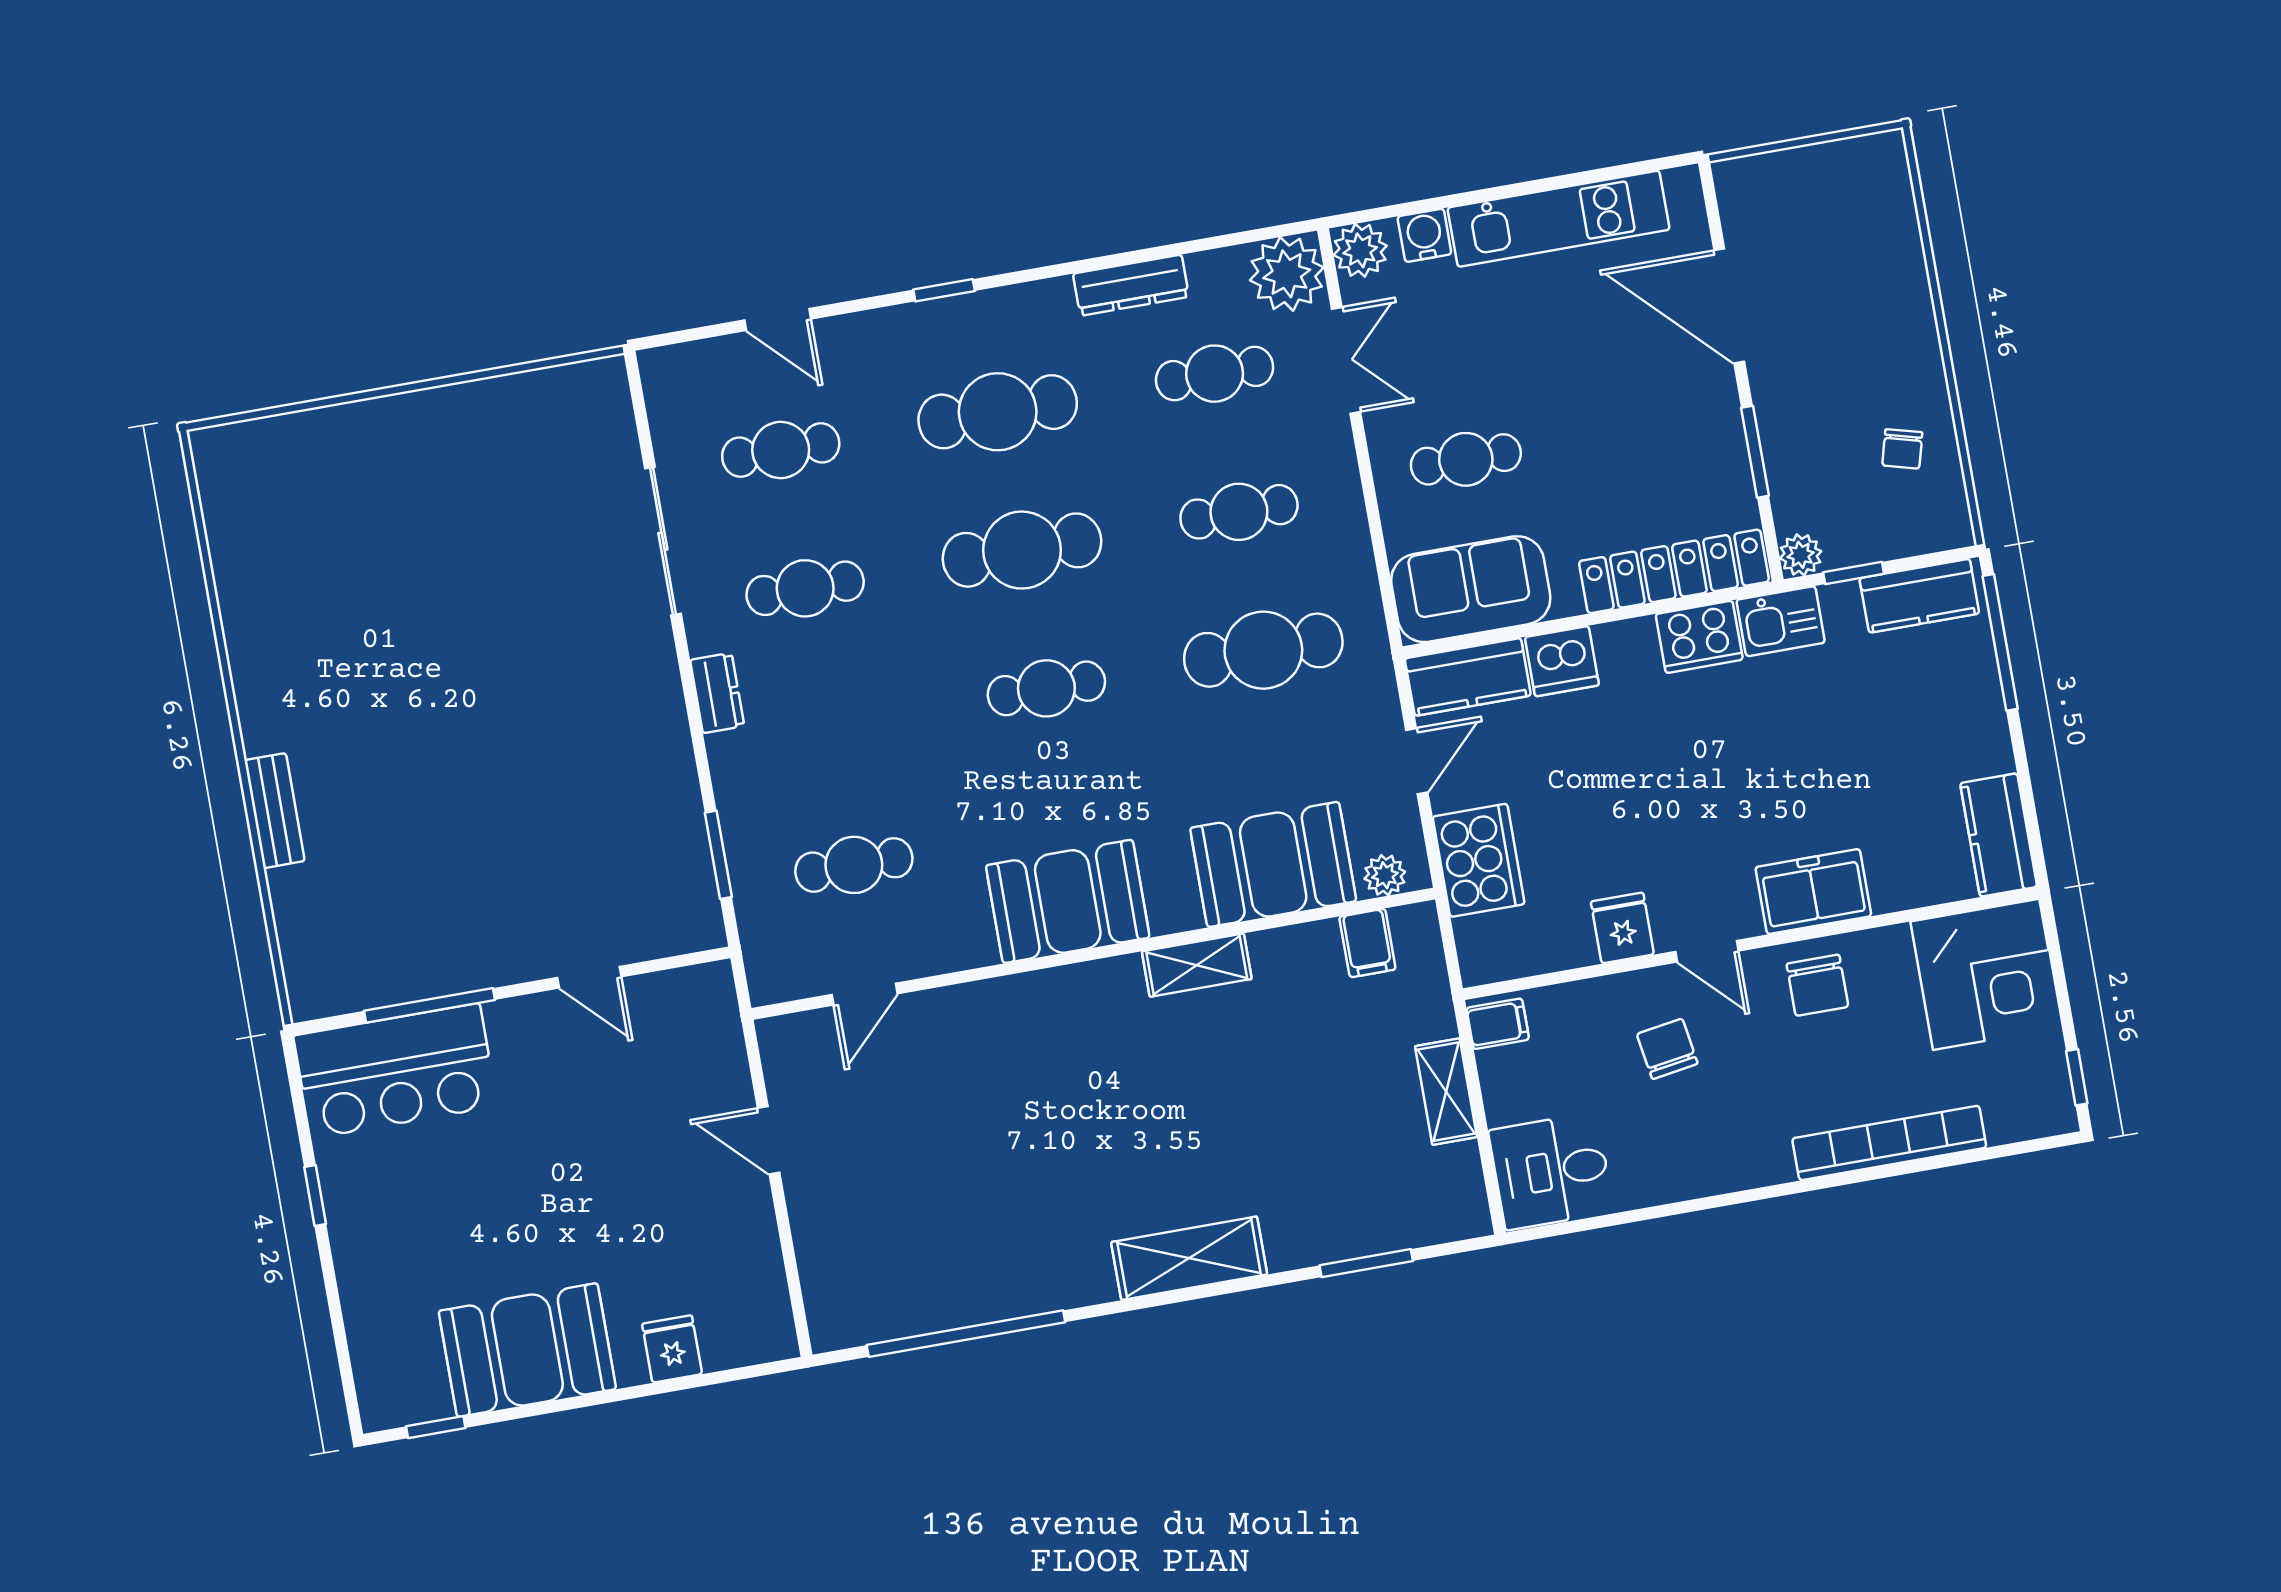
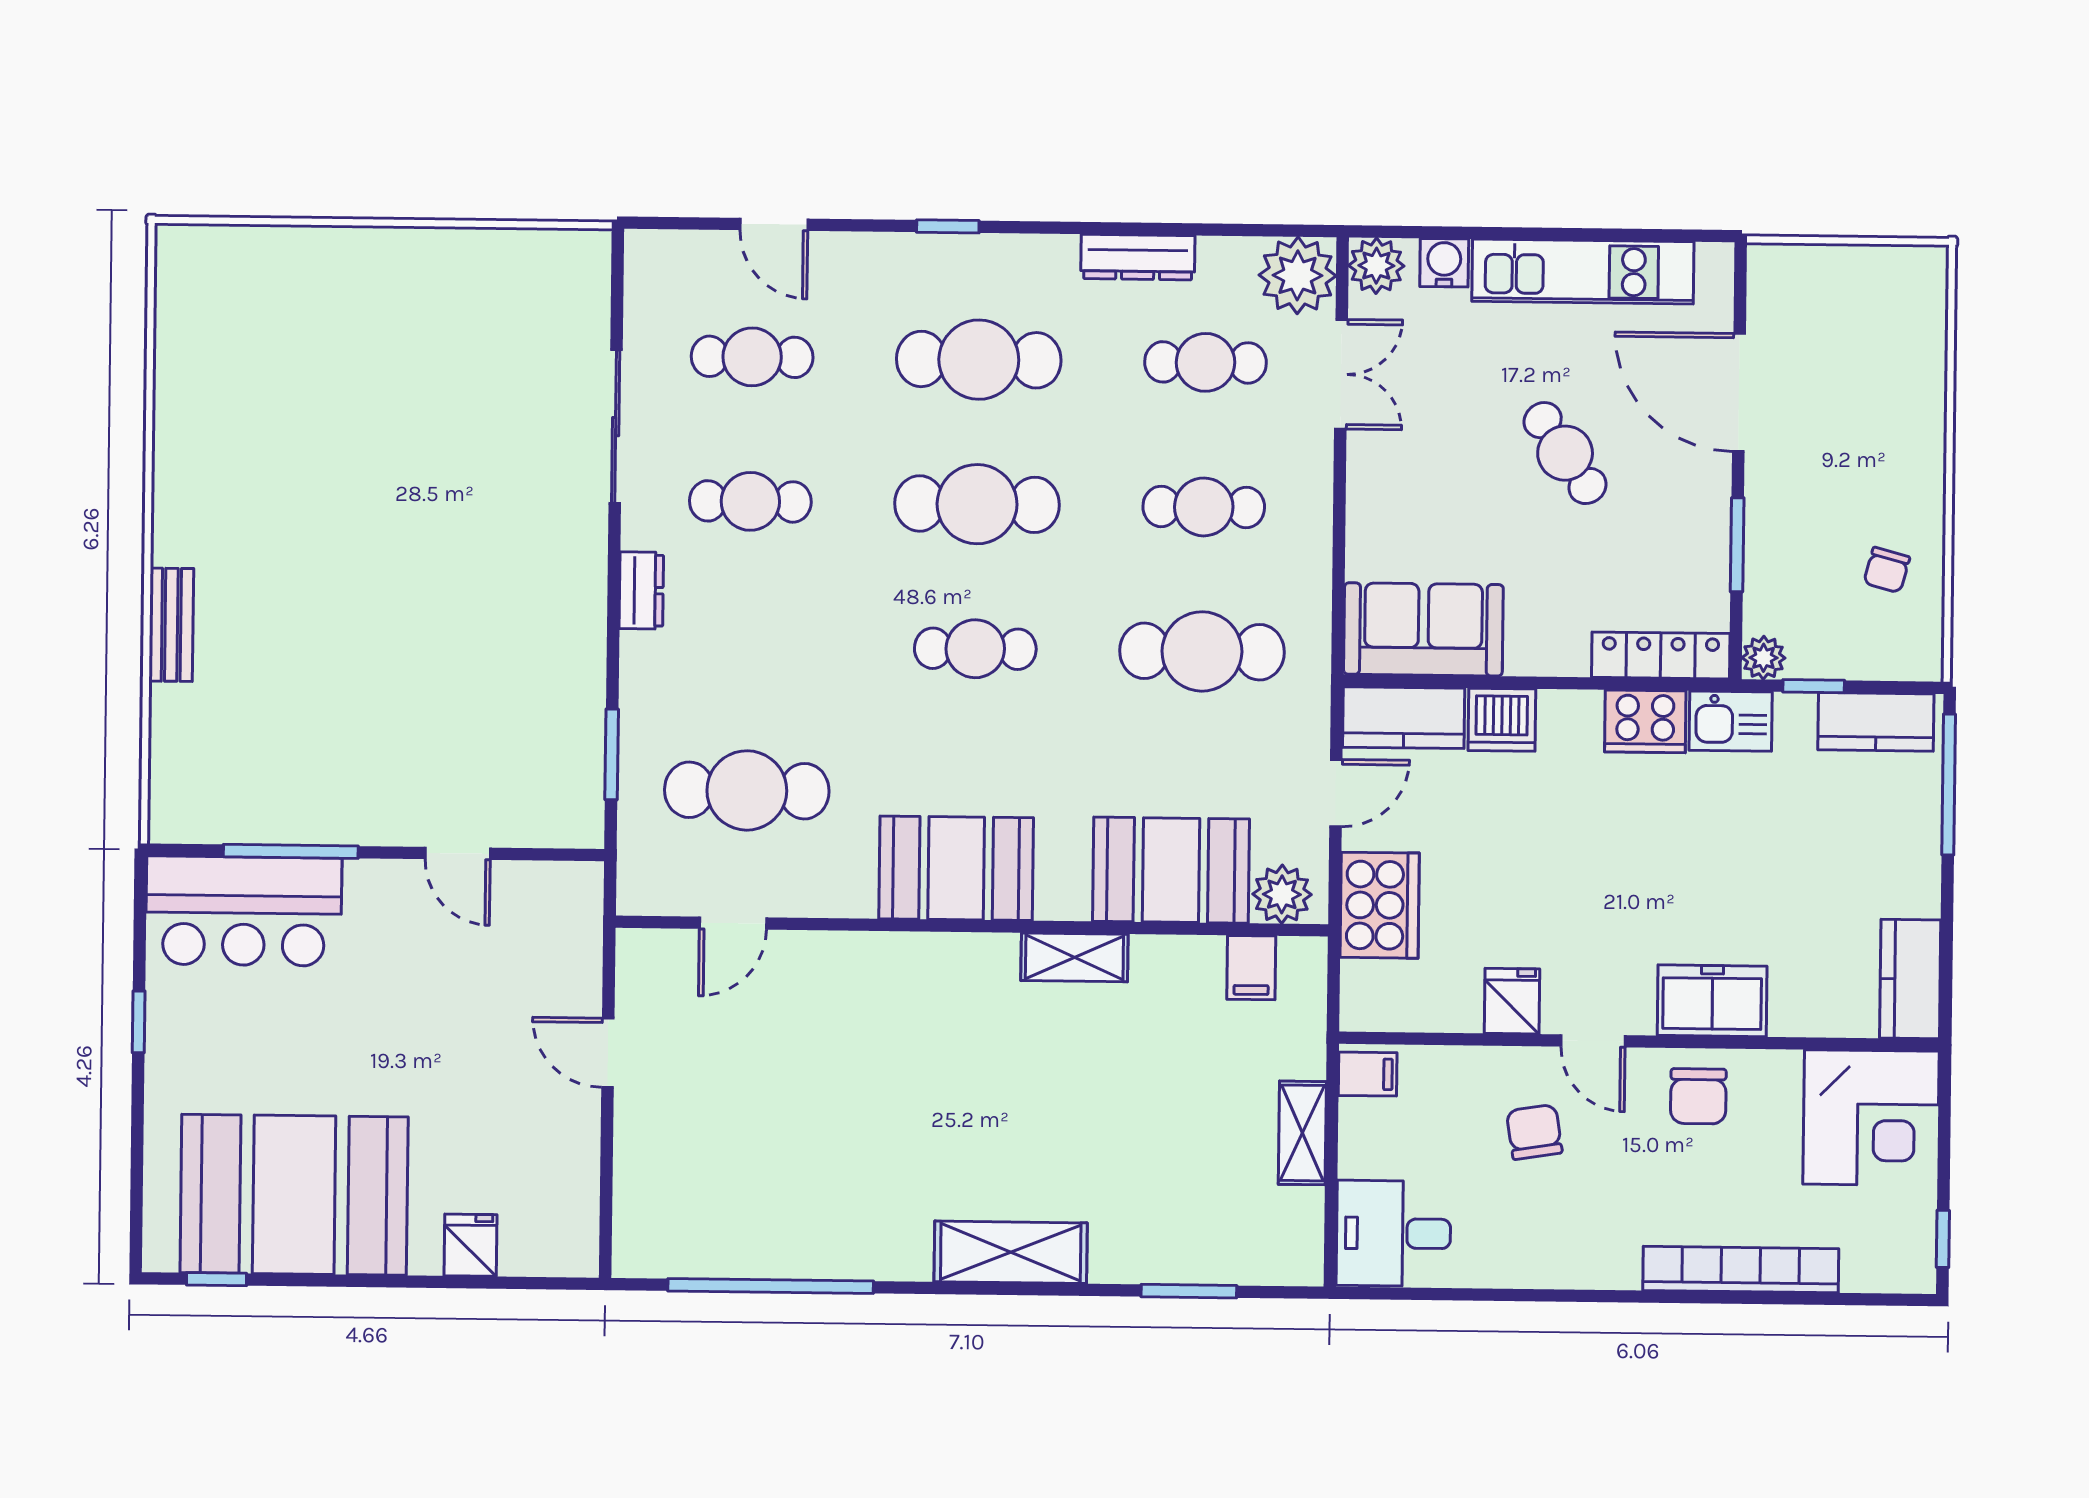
cafe table: (1466, 459) -> (1565, 453), moved, turned 55
locker: (1674, 571) -> (1661, 655), width x0.71, depth x0.83
cafe table: (854, 865) -> (747, 790), width x1.37, depth x1.35
plant: (1385, 875) -> (1282, 894), width x1.38, depth x1.38
booth: (527, 1350) -> (294, 1195), width x1.36, depth x1.42

